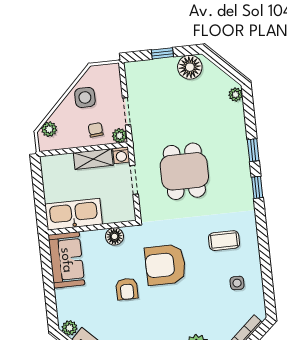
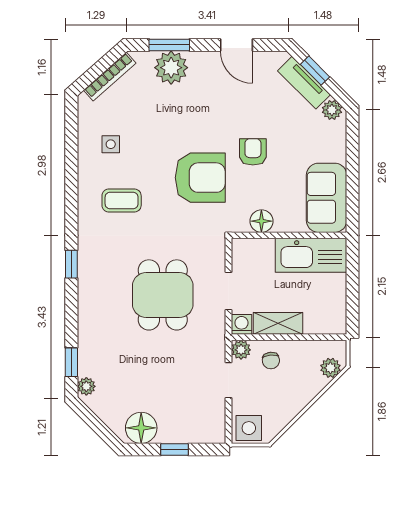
side table: (85, 97) -> (249, 428), moved
window: (253, 150) -> (71, 362), moved

